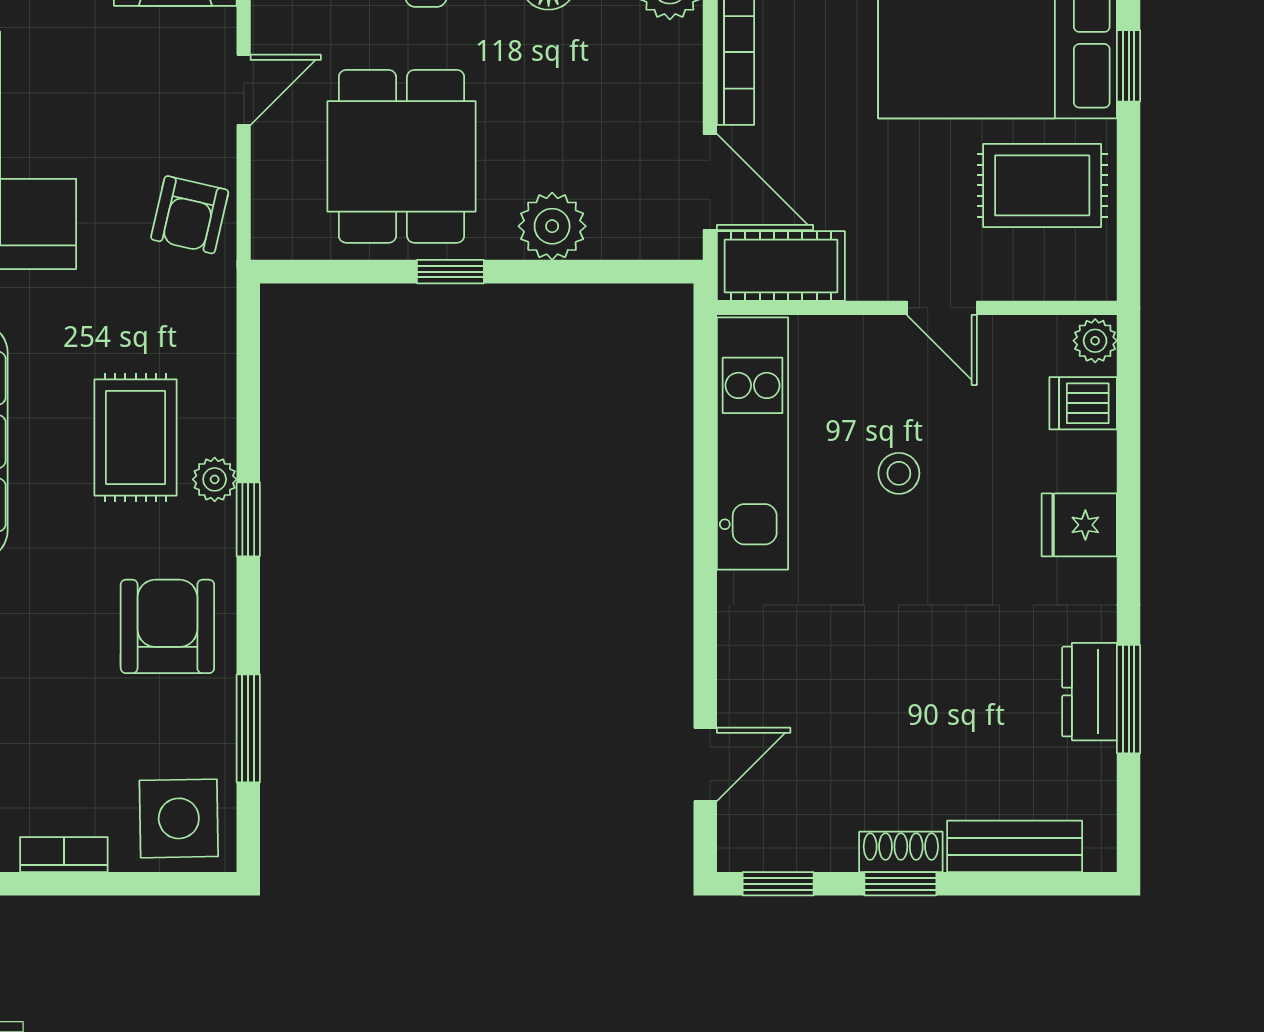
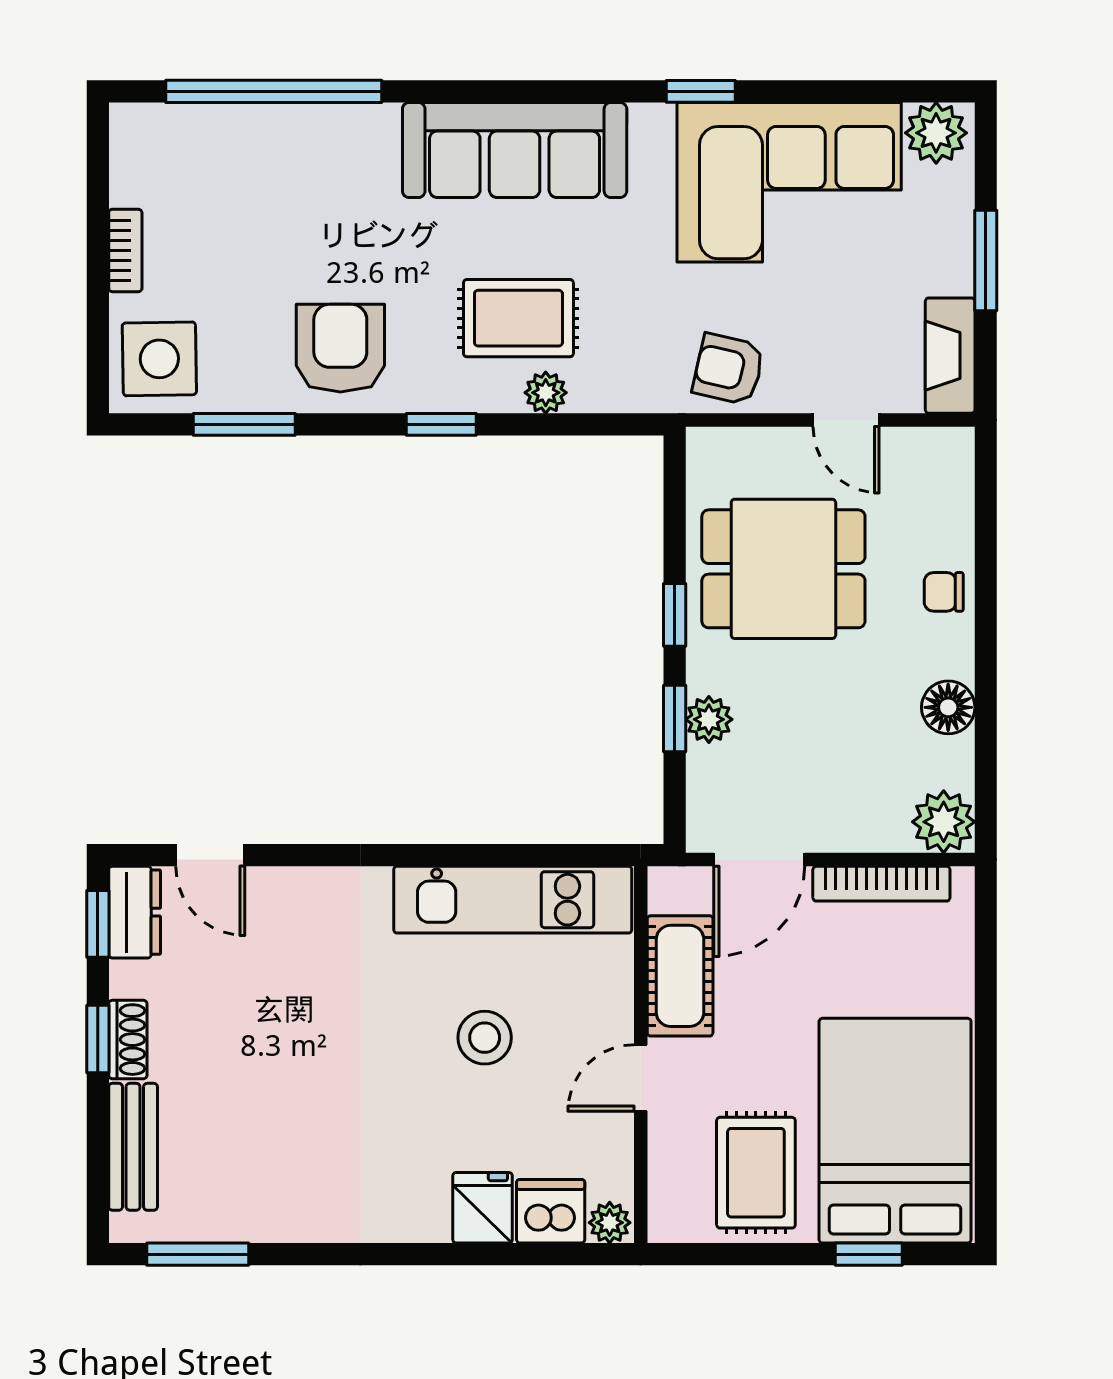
plant: (552, 226) -> (709, 719), width x0.73, depth x0.73
cot: (781, 266) -> (680, 976), moved
window: (560, 272) -> (675, 719), added
dishwasher: (1083, 403) -> (551, 1211), width x1.38
stool: (899, 473) -> (485, 1038), width x1.37, depth x1.37
plant: (215, 479) -> (546, 393), moved
fridge: (1079, 525) -> (483, 1208), moved
armchair: (167, 626) -> (340, 348), turned -90
dresser: (1089, 692) -> (135, 912), moved, turned 90
window: (1129, 699) -> (198, 1254), moved

